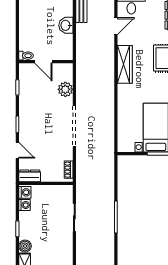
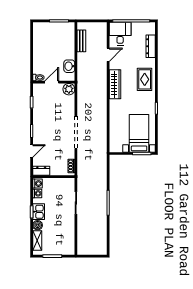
washbasin: (66, 25) -> (69, 66), moved
door: (43, 62) -> (52, 82), swing flipped
plant: (65, 89) -> (69, 89), moved
door: (17, 150) -> (32, 151), hinge flipped
kitchen sink: (26, 229) -> (39, 212), added

